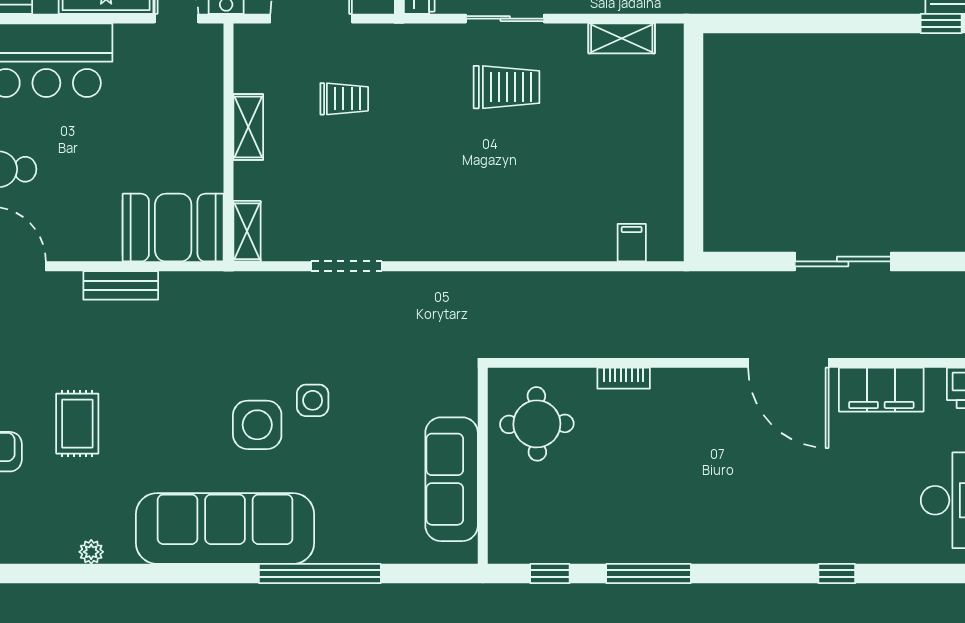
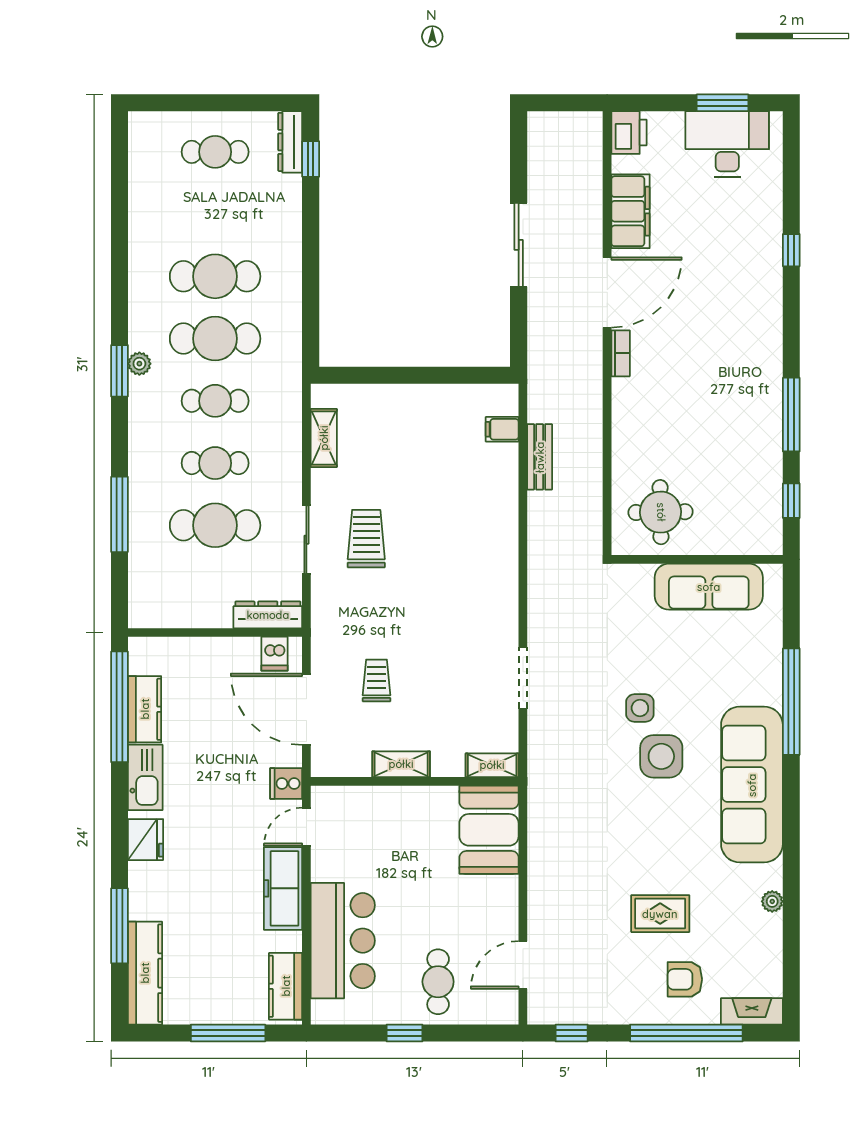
bench: (121, 285) -> (540, 457), moved
bookcase: (624, 378) -> (621, 353), moved

